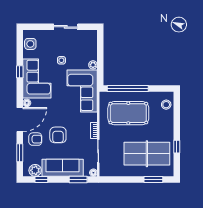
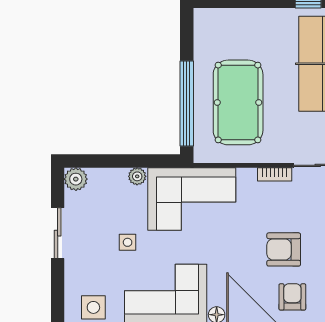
plant: (92, 36) -> (76, 179), added
stool: (166, 105) -> (220, 23), removed
armchair: (58, 135) -> (284, 249), turned 180

